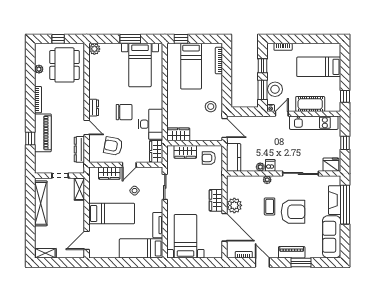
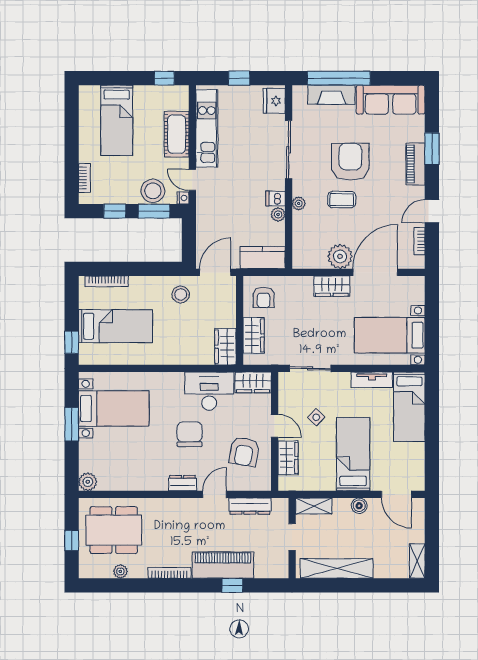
boiler: (80, 217) -> (359, 506), added

